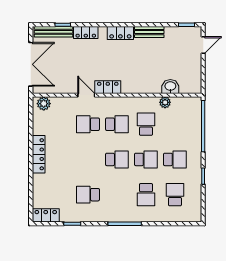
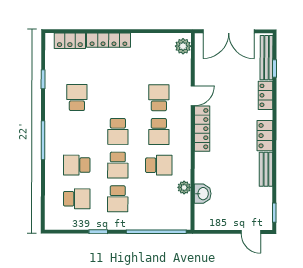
locker: (108, 87) -> (202, 129), width x1.53
locker: (39, 154) -> (108, 40), moved
locker: (46, 215) -> (70, 41), moved, turned 90

